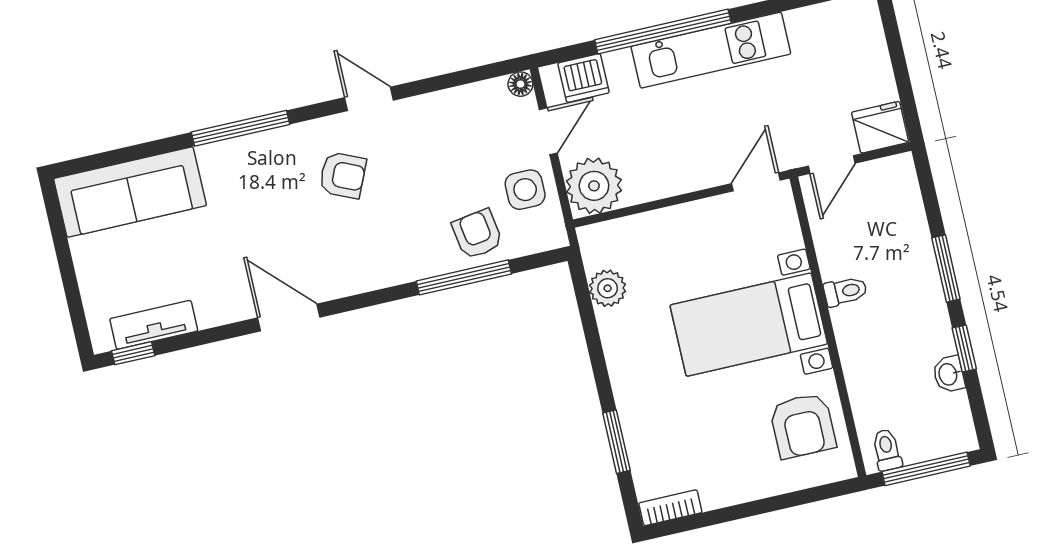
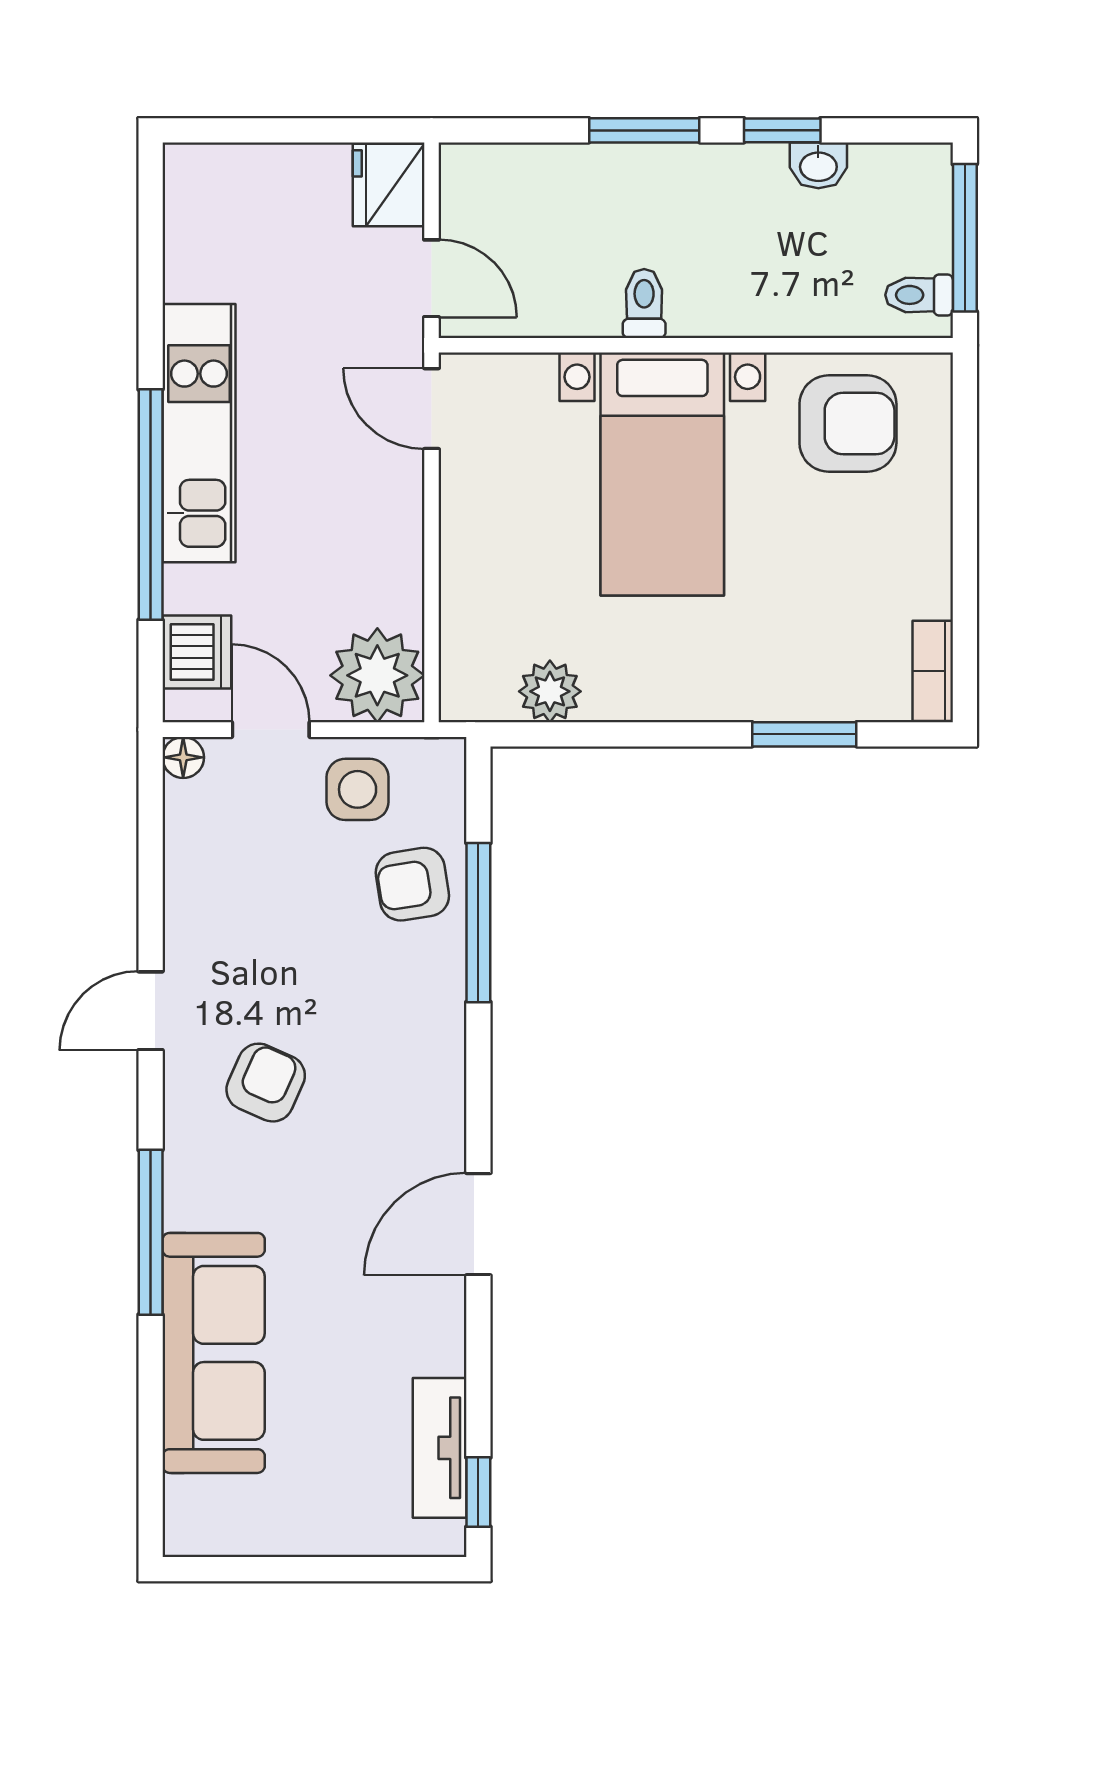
sofa: (130, 192) -> (214, 1353), moved

